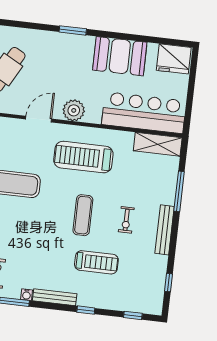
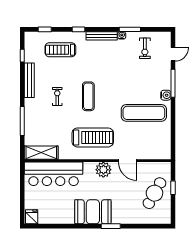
booth: (120, 56) -> (93, 212), moved
fridge: (174, 59) -> (32, 217), width x0.53, depth x0.75
door: (39, 119) -> (128, 161), hinge flipped
bench: (165, 230) -> (29, 80), moved
treadmill: (96, 262) -> (60, 50), moved

